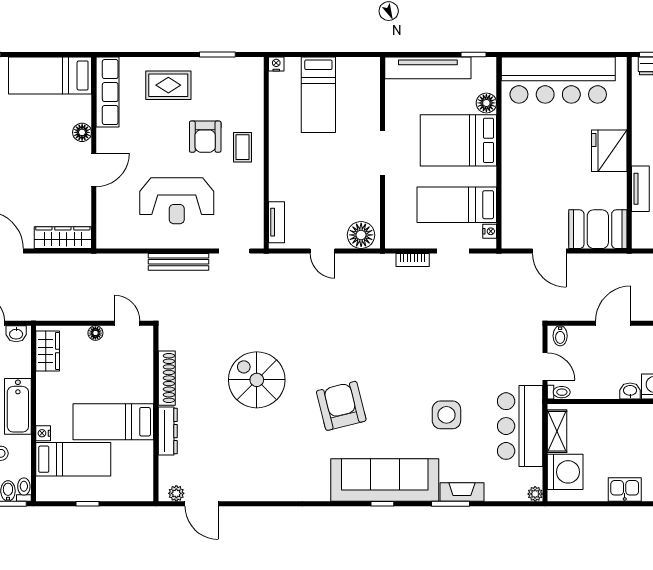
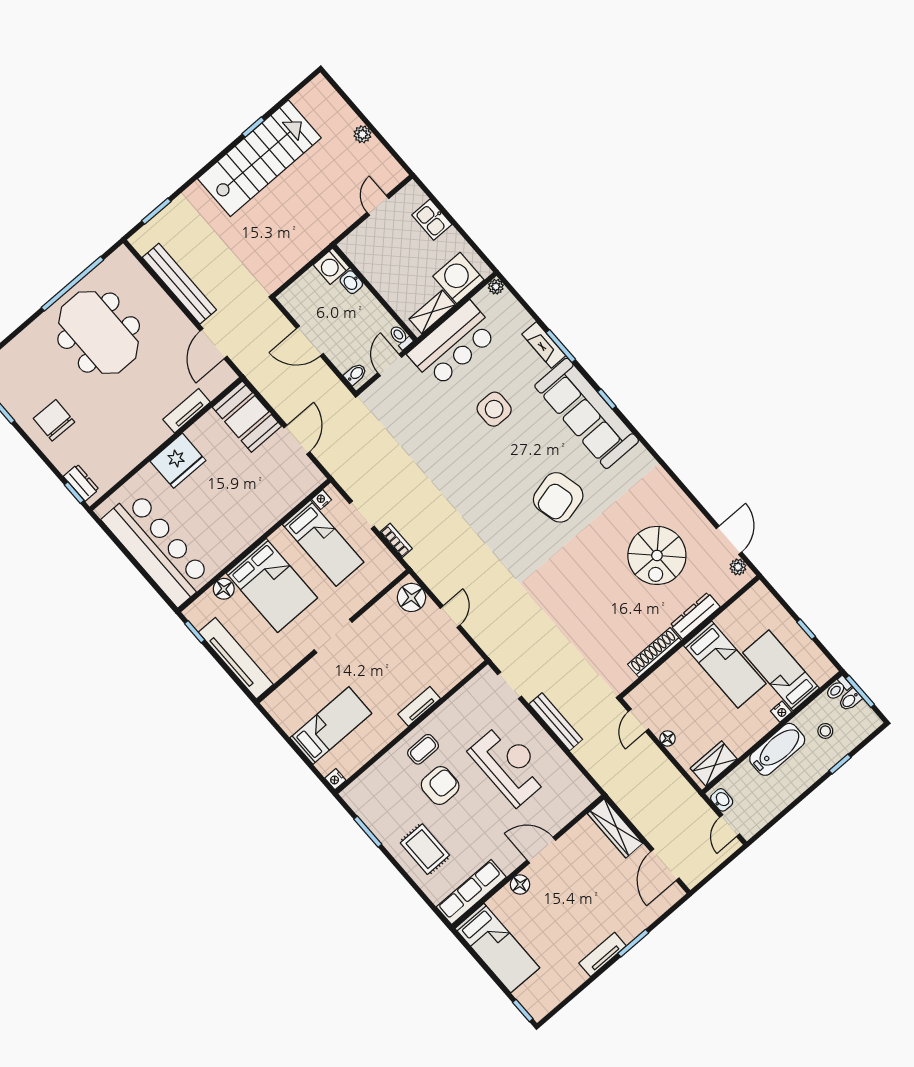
tv unit: (276, 222) -> (419, 706), moved
spiral stairs: (257, 380) -> (657, 555), moved

